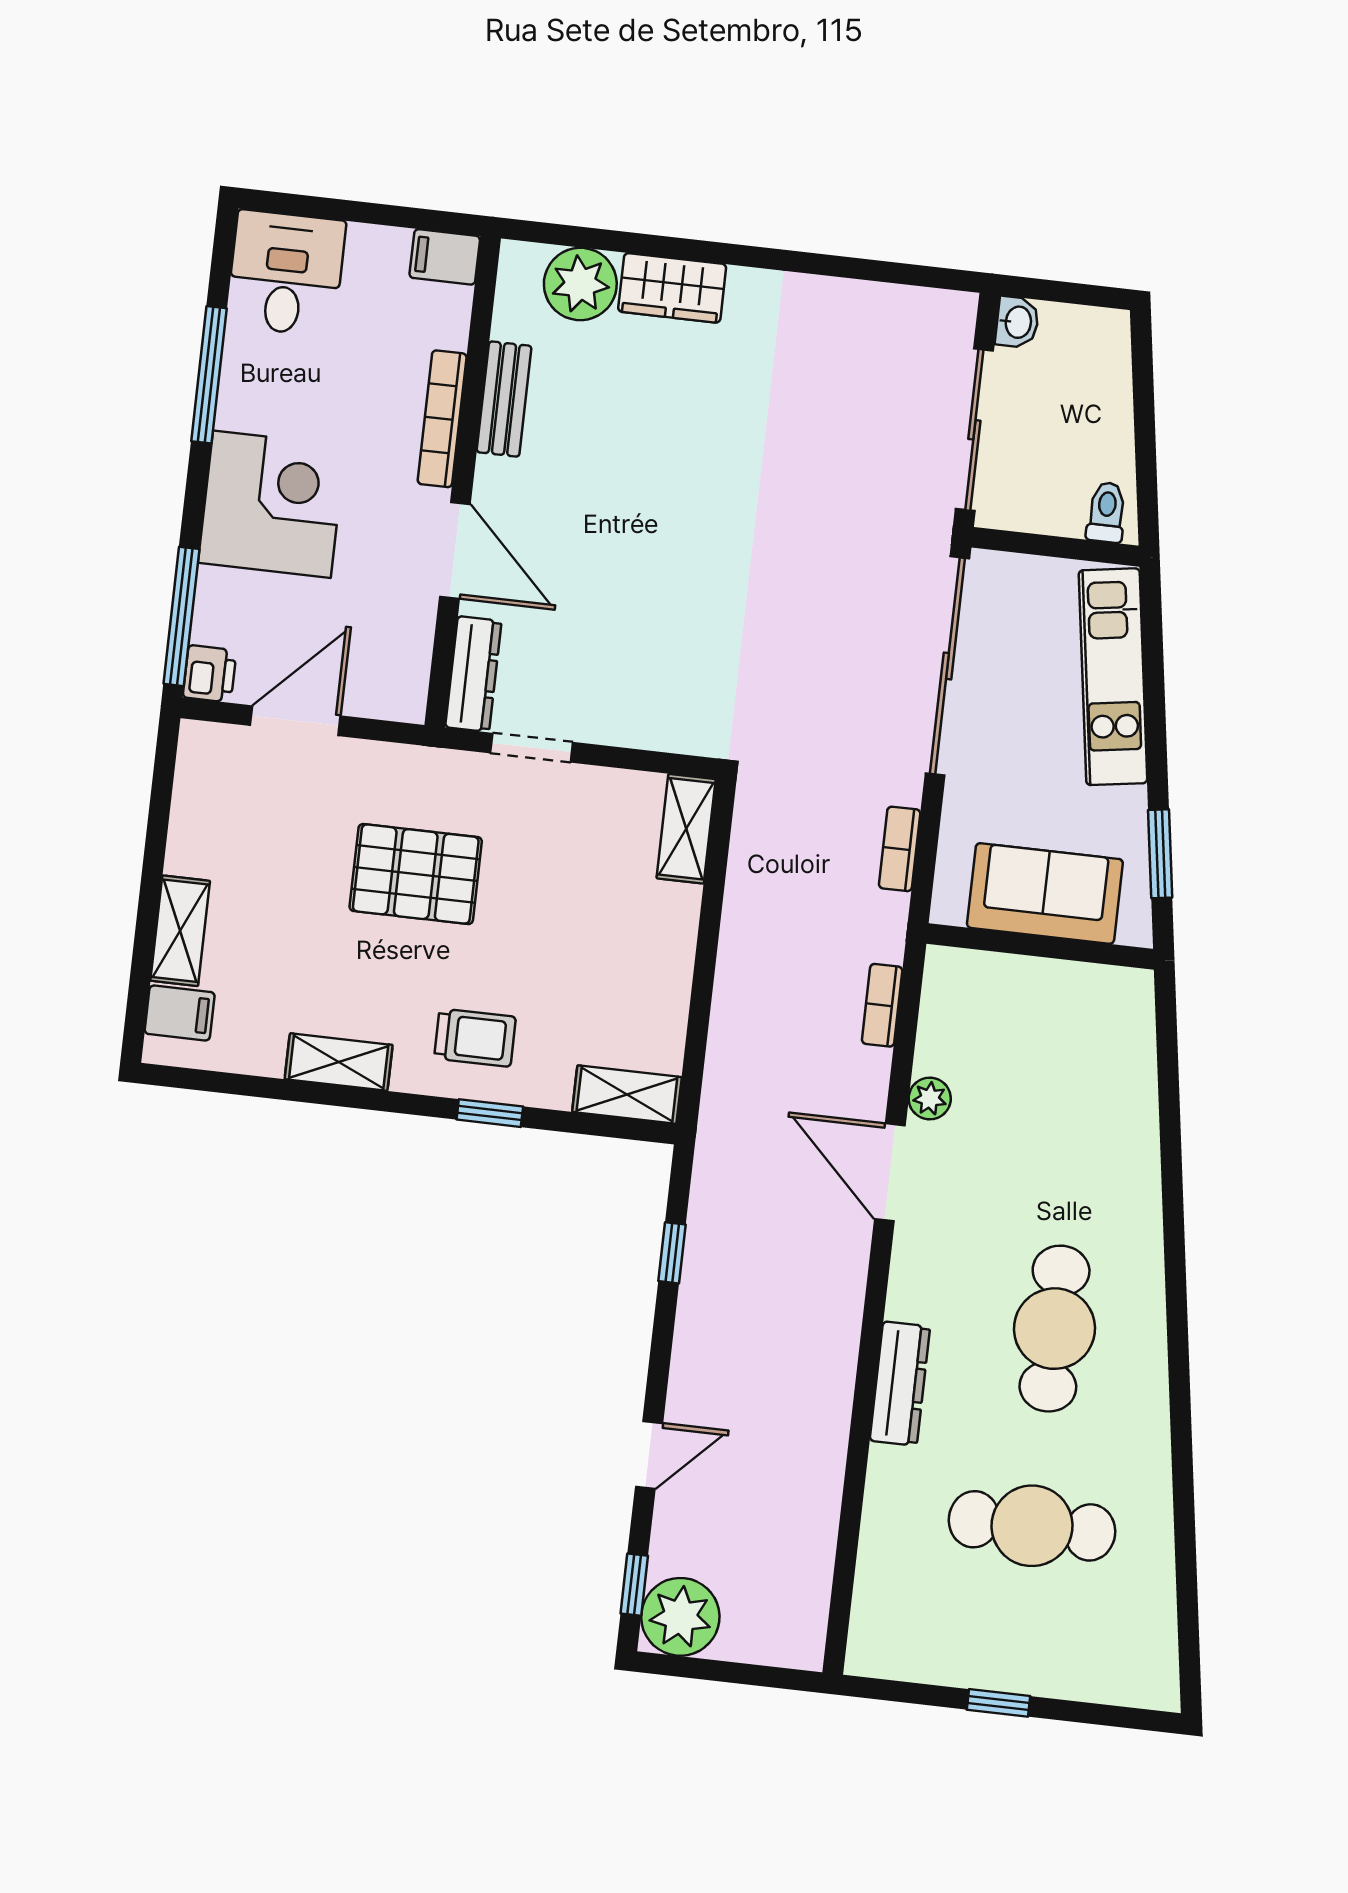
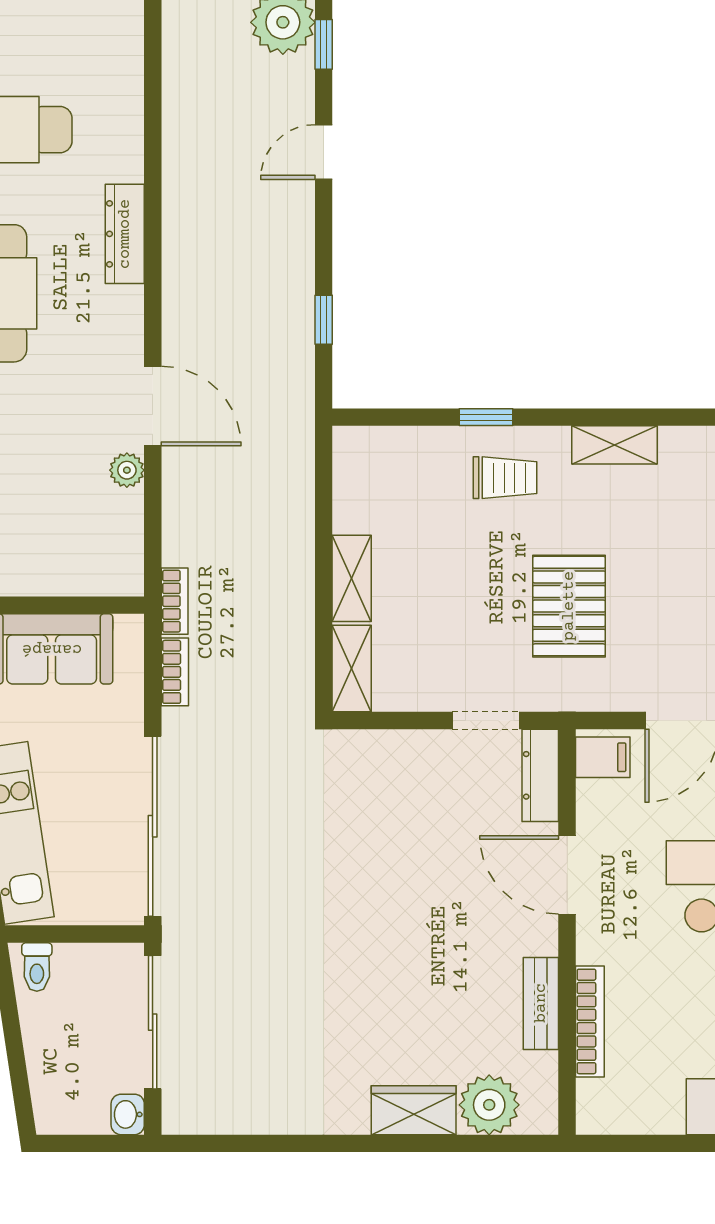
filing cabinet: (445, 257) -> (603, 757), moved
bookcase: (442, 419) -> (590, 1021), moved
pallet: (416, 874) -> (569, 606), turned 90
bookcase: (882, 1005) -> (175, 601), moved
trolley: (475, 1038) -> (505, 478), turned 180
shelving: (627, 1095) -> (352, 578), moved, turned 90

